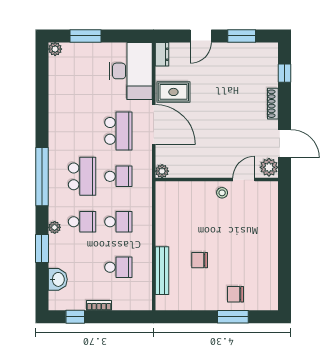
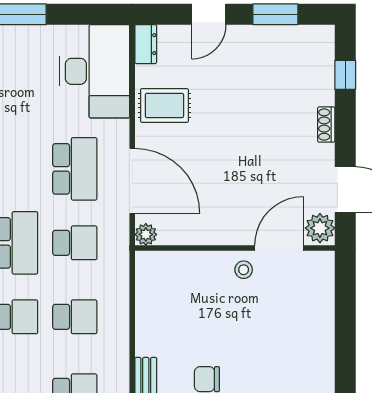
shoe rack: (273, 104) -> (326, 125), width x0.70
door: (154, 124) -> (132, 181), moved
door: (244, 180) -> (279, 248), width x1.37

